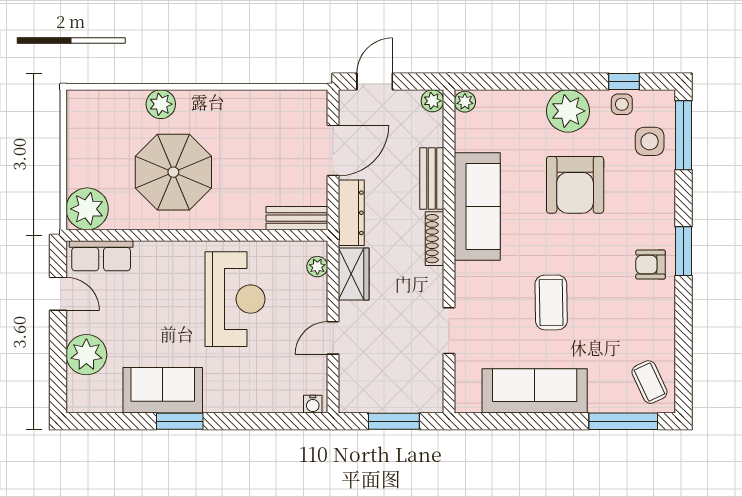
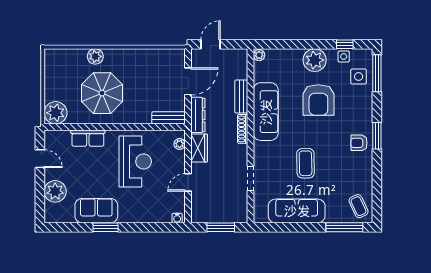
plant: (432, 101) -> (242, 55), removed
row of seats: (101, 256) -> (88, 138), moved

